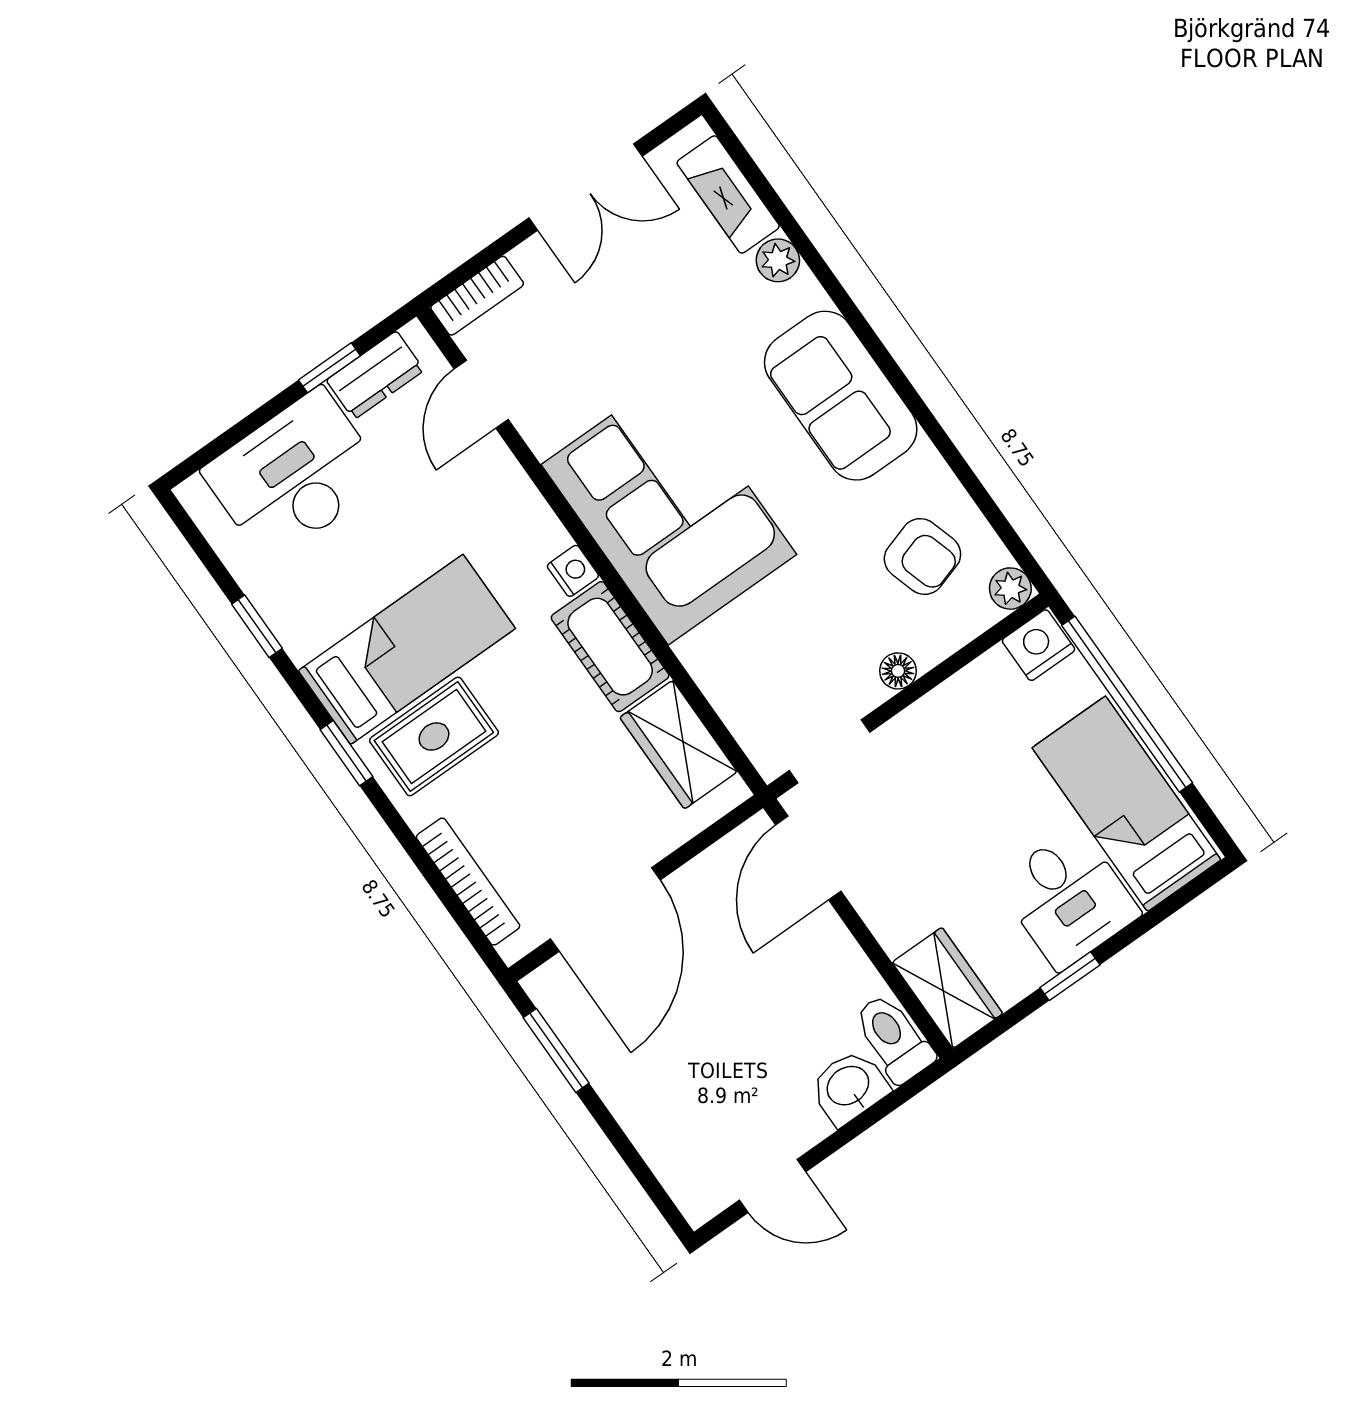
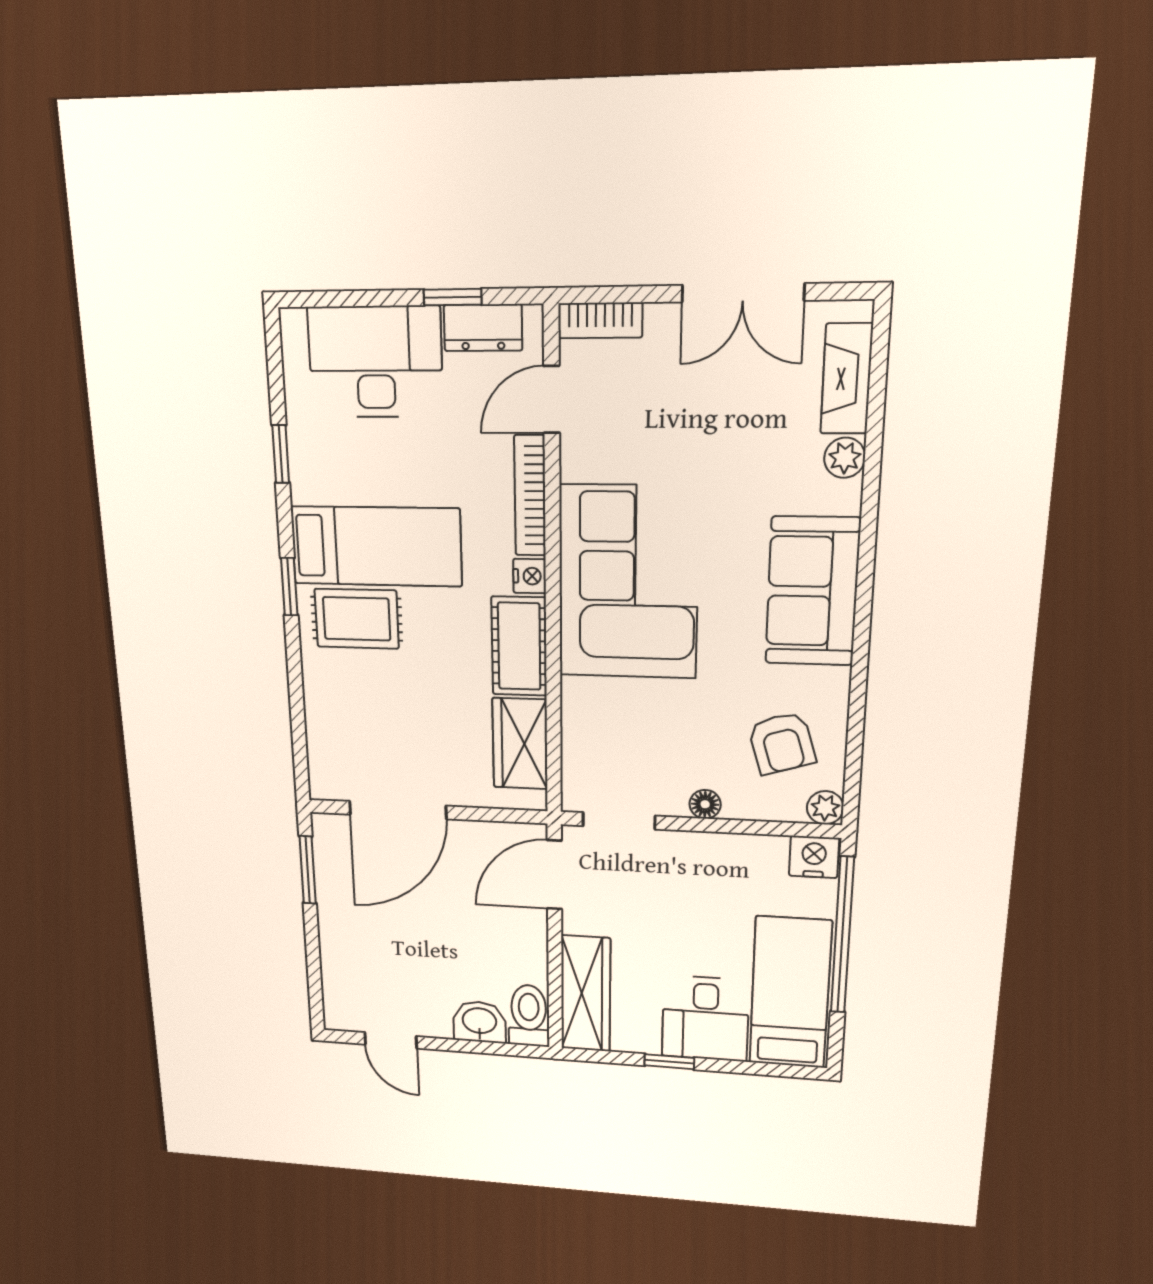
bookcase: (468, 882) -> (530, 496), moved, turned 180
wardrobe: (947, 988) -> (586, 994), width x1.50

